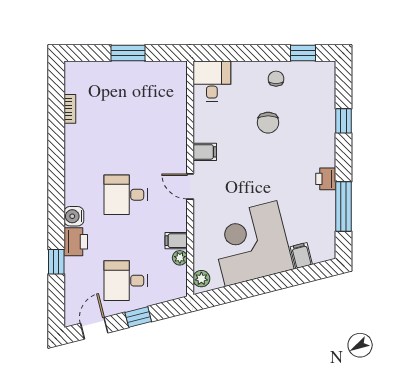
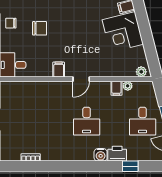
corner desk: (251, 244) -> (123, 32), width x0.74, depth x0.74

